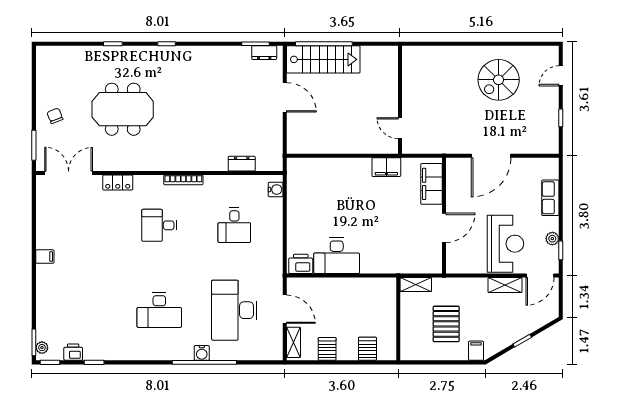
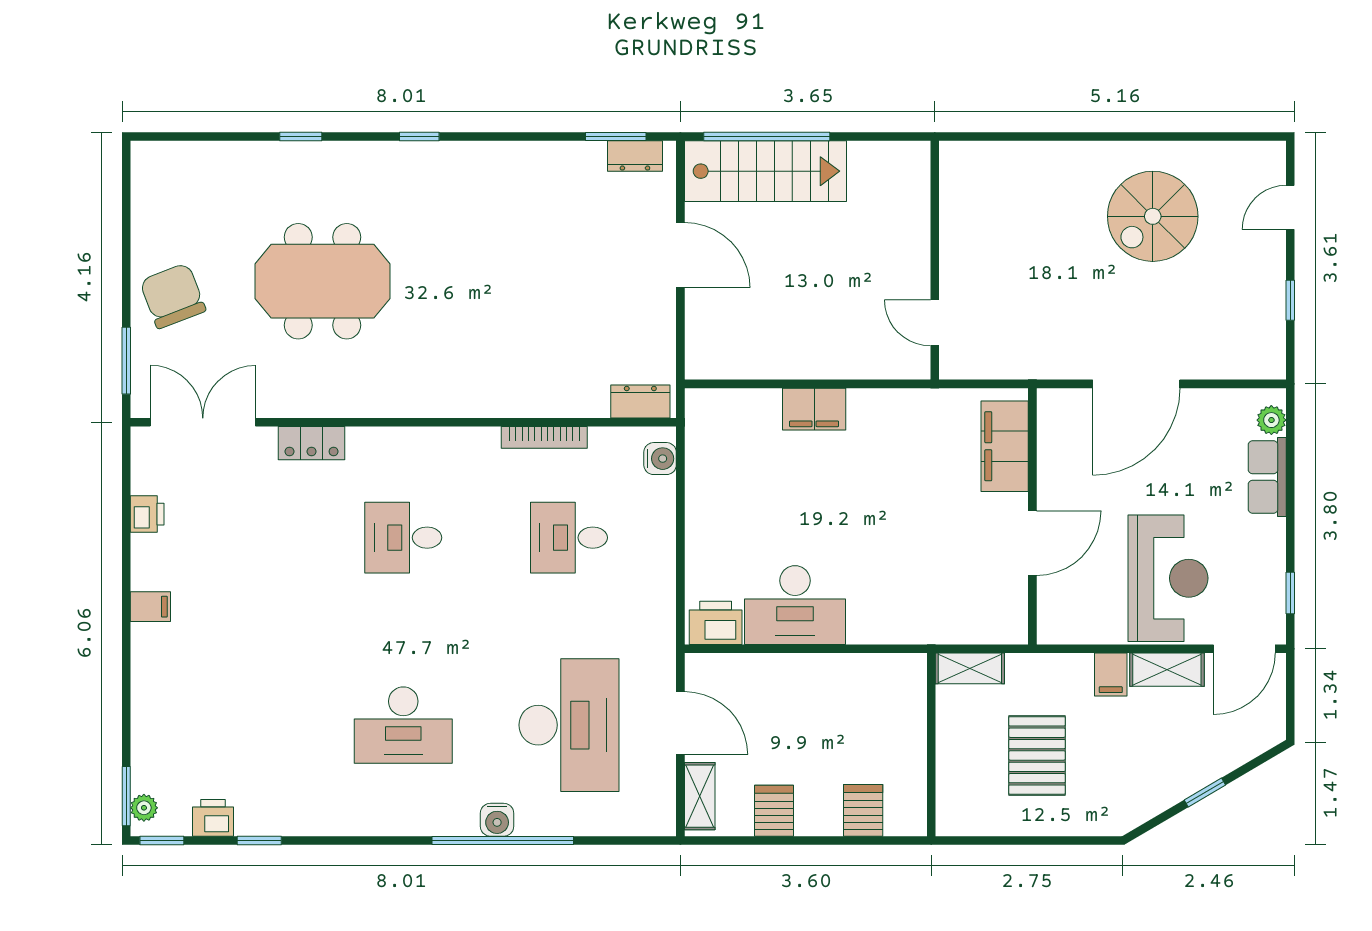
chair: (55, 116) -> (173, 296), width x1.87, depth x1.87
dresser: (242, 164) -> (640, 401), moved
filing cabinet: (386, 167) -> (814, 409), moved
bookcase: (183, 180) -> (544, 437), moved
printer: (43, 215) -> (147, 514), added
desk: (234, 225) -> (569, 538), turned 90
plant: (552, 239) -> (1271, 420), moved
desk: (234, 310) -> (569, 725), turned 180
filing cabinet: (476, 351) -> (1111, 675), moved, turned 180

